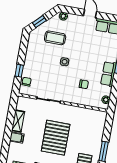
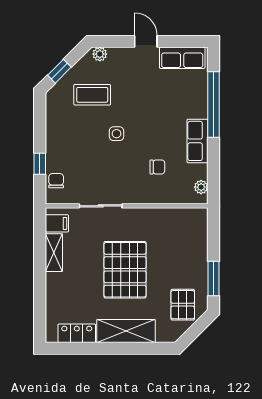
filing cabinet: (17, 137) -> (57, 223), moved

